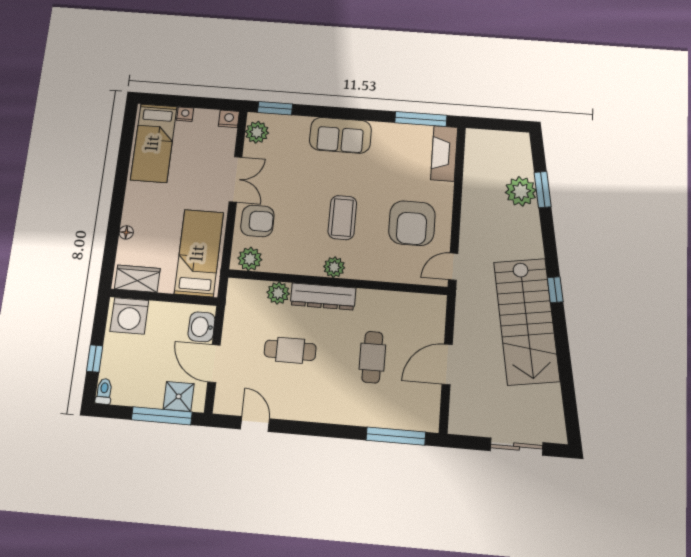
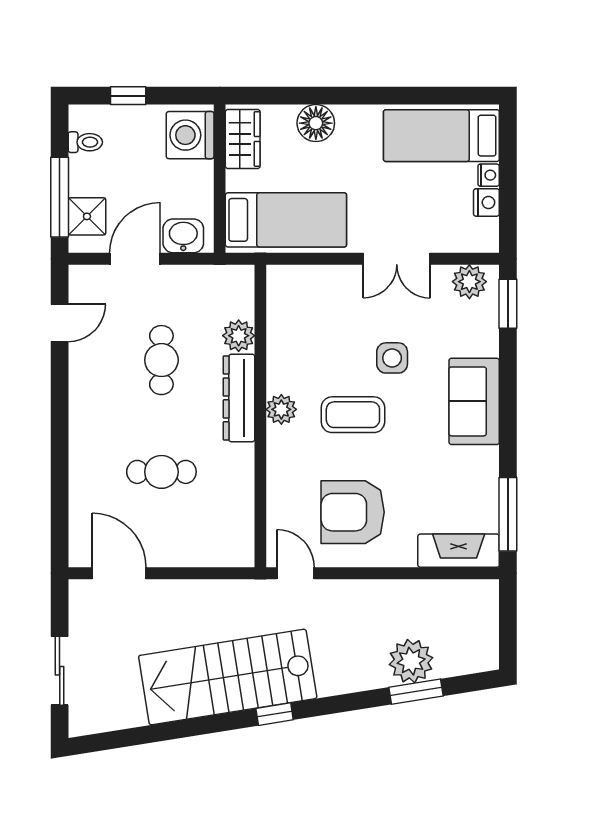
nightstand: (229, 119) -> (486, 202), moved
side table: (305, 188) -> (392, 358), added
armchair: (257, 221) -> (338, 296), removed
floor lamp: (126, 232) -> (316, 123), width x1.89, depth x1.89
plant: (250, 259) -> (283, 292), removed
door: (447, 364) -> (119, 573), moved
toilet: (104, 391) -> (85, 142), moved
window: (396, 436) -> (60, 511), removed

